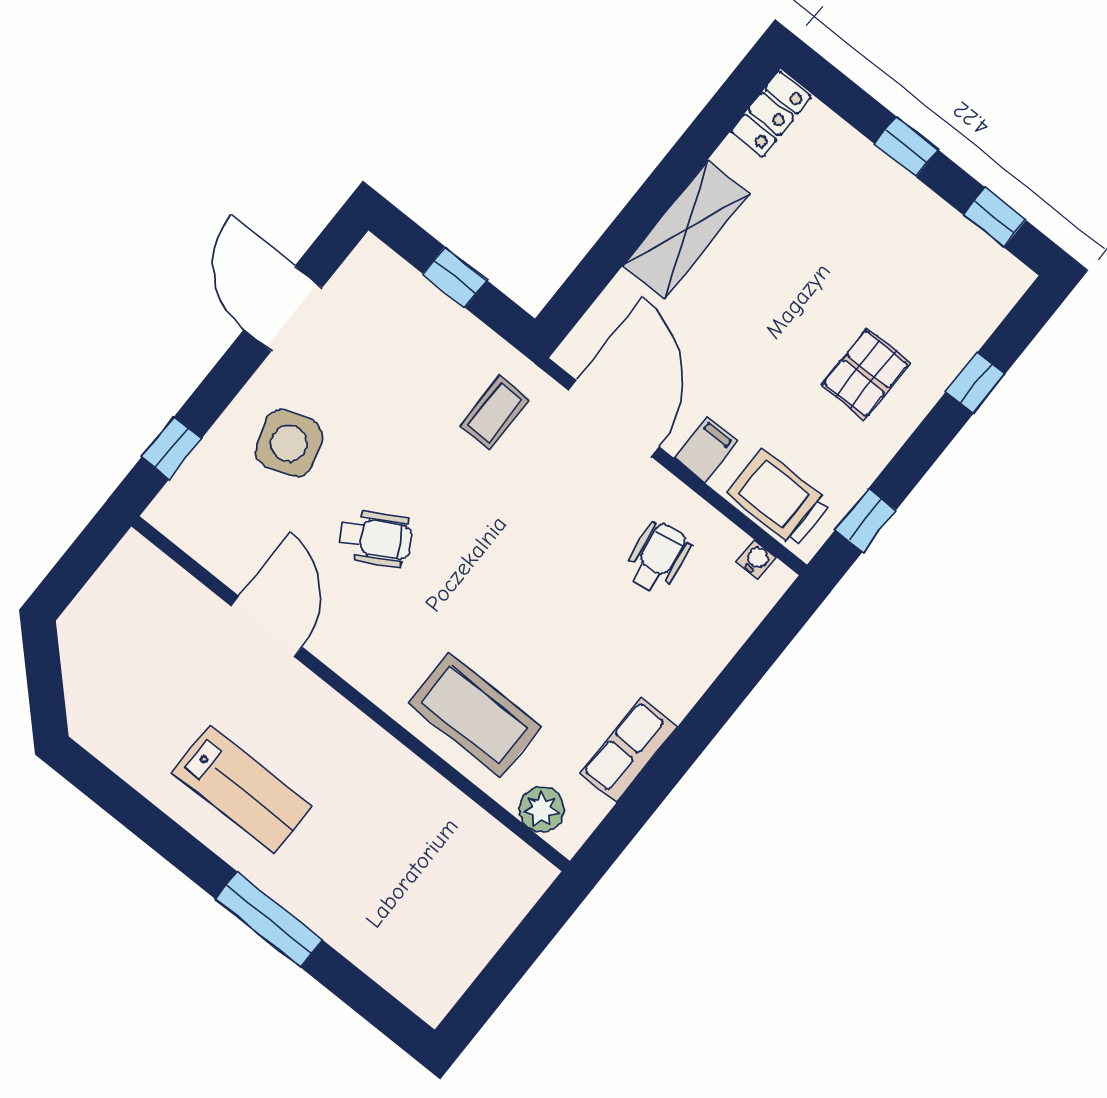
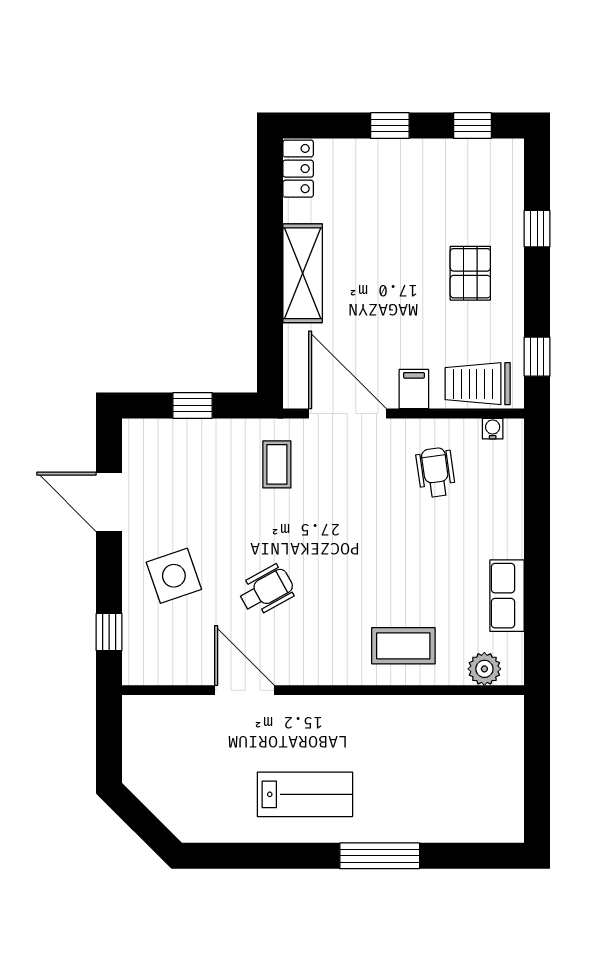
coffee table: (474, 715) -> (403, 646), width x0.73, depth x0.76

